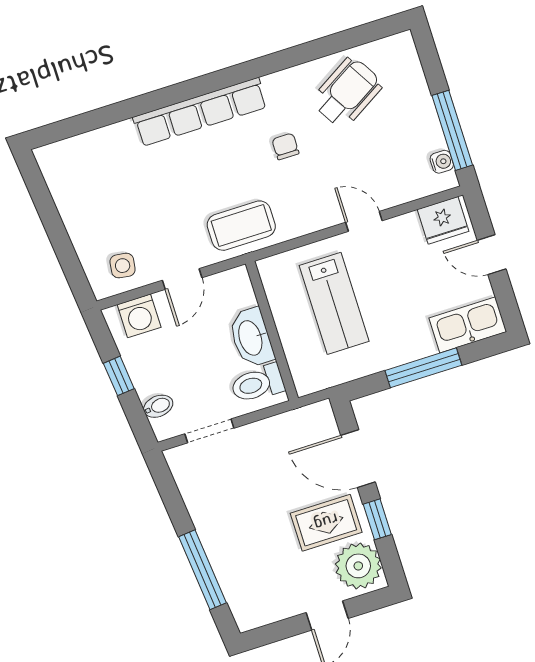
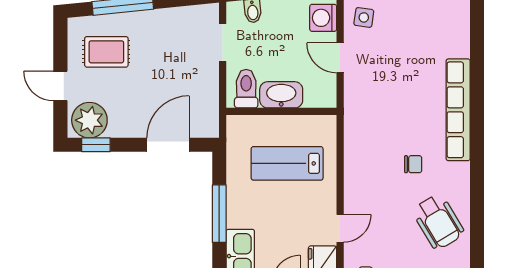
door: (364, 221) -> (340, 228), moved
coffee table: (241, 226) -> (366, 114), removed
window: (377, 519) -> (96, 145), moved
rug: (326, 523) -> (106, 52), moved, turned 90

